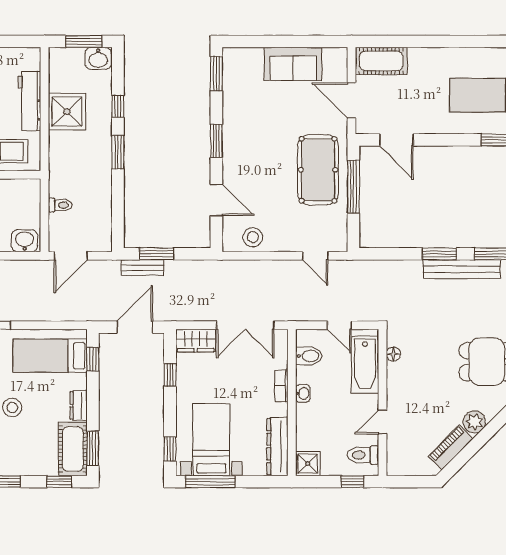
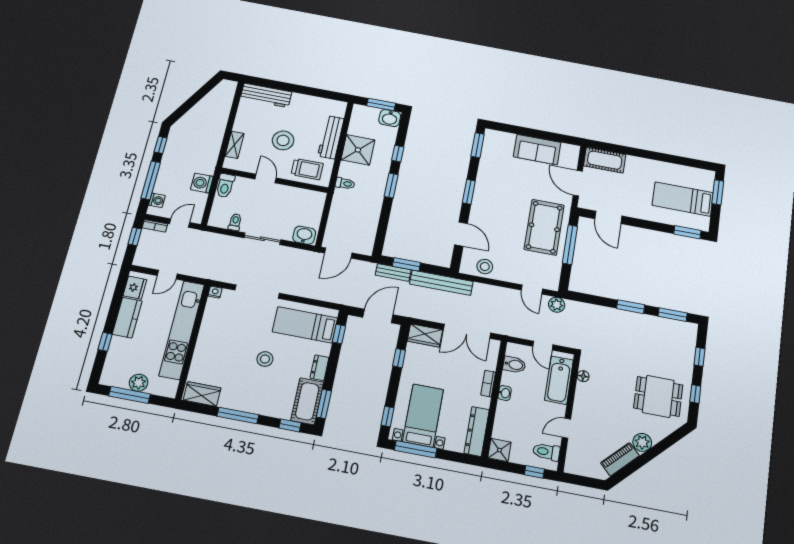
toilet: (60, 205) -> (345, 183), moved
bench: (462, 269) -> (441, 283), moved
plant: (348, 270) -> (557, 305), added

